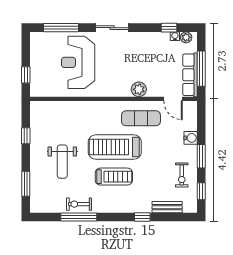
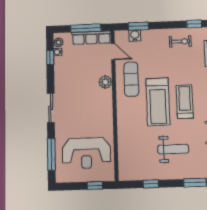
reception desk: (78, 62) -> (86, 153), moved
door: (173, 99) -> (113, 52), hinge flipped
water cooler: (191, 138) -> (135, 35), moved
window: (201, 156) -> (139, 26), moved

